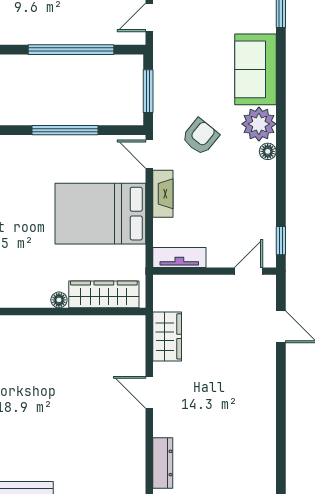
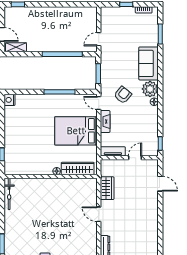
door: (249, 271) -> (135, 158), moved

